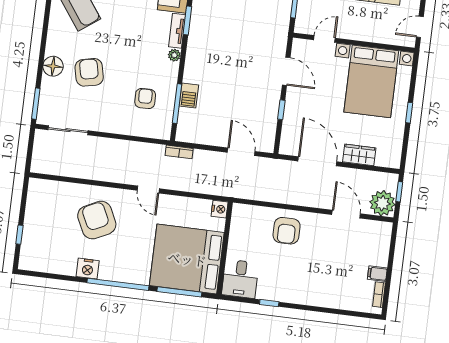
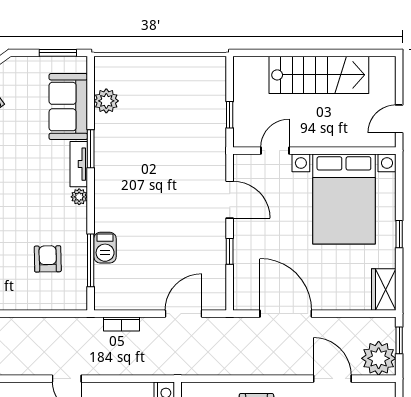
bookcase: (179, 152) -> (121, 324), moved
door: (241, 152) -> (183, 314), hinge flipped
wardrobe: (359, 155) -> (384, 289), moved, turned -90

